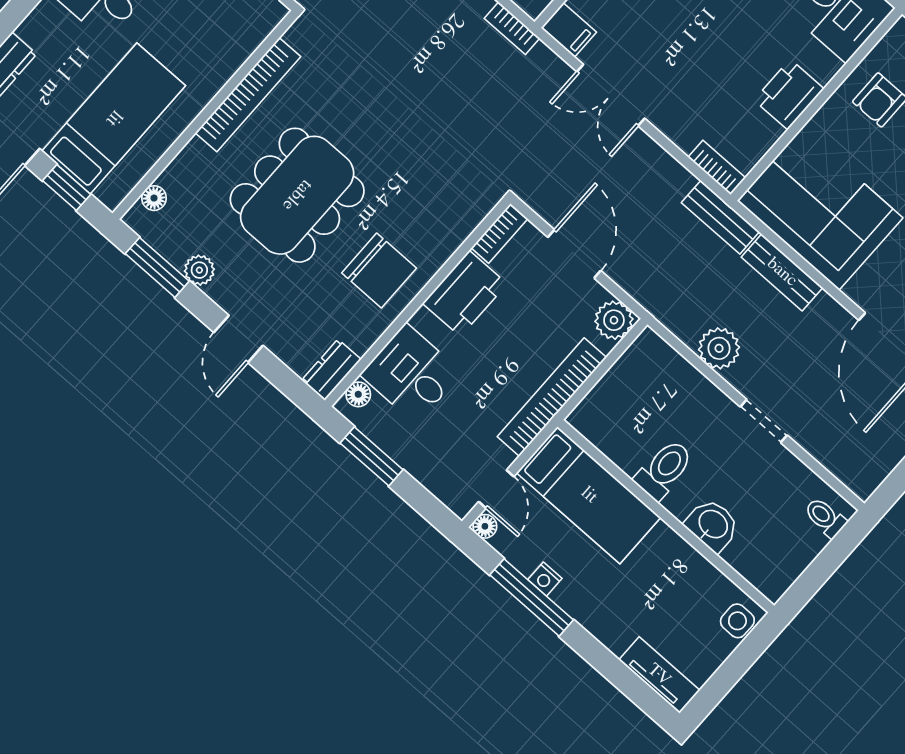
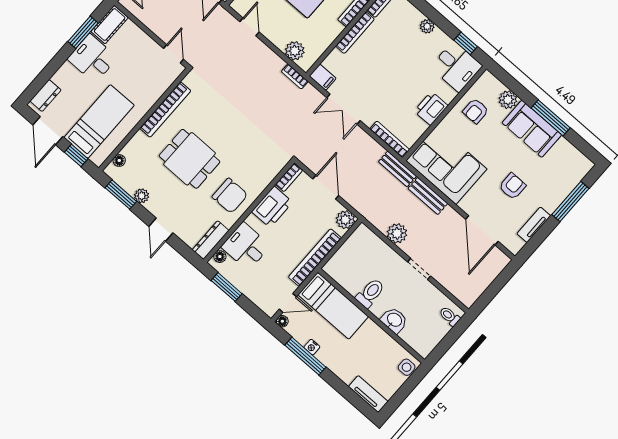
bookcase: (717, 168) -> (390, 139), width x1.56
dining table: (297, 195) -> (189, 159), width x0.73
dresser: (331, 370) -> (211, 240), width x1.44
door: (496, 489) -> (288, 303), hinge flipped

